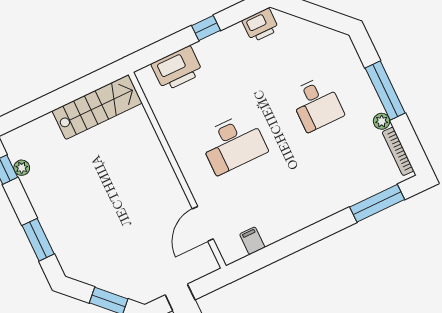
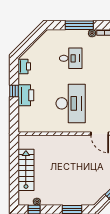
printer: (177, 69) -> (26, 95), moved
stairs: (97, 107) -> (26, 170), moved
desk: (233, 144) -> (71, 103), width x1.36, depth x1.30

